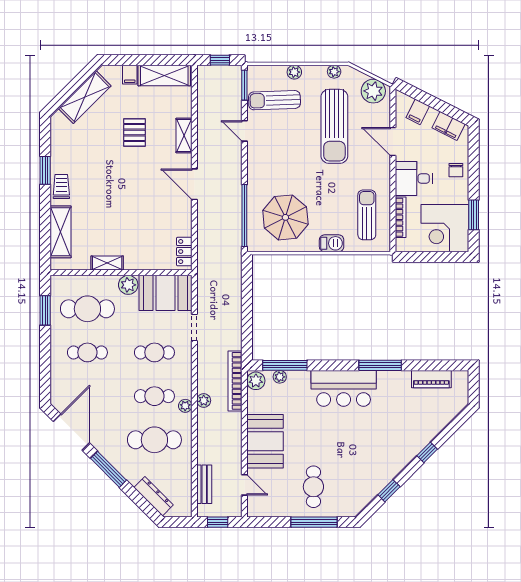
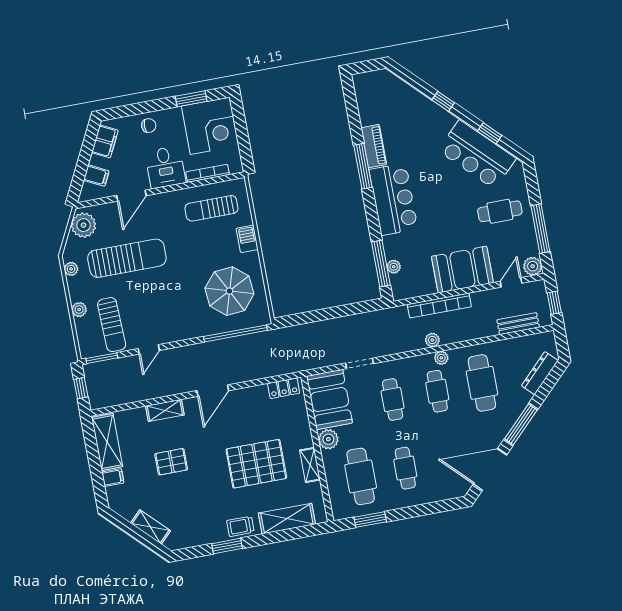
shelving: (85, 97) -> (151, 527), width x0.67, depth x0.75
pallet: (118, 213) -> (256, 464), added
piano: (431, 379) -> (374, 146), moved
bookcase: (235, 381) -> (439, 306), moved
plant: (256, 381) -> (533, 266), moved
bar counter: (371, 475) -> (477, 154), added
window: (314, 522) -> (540, 229), moved

